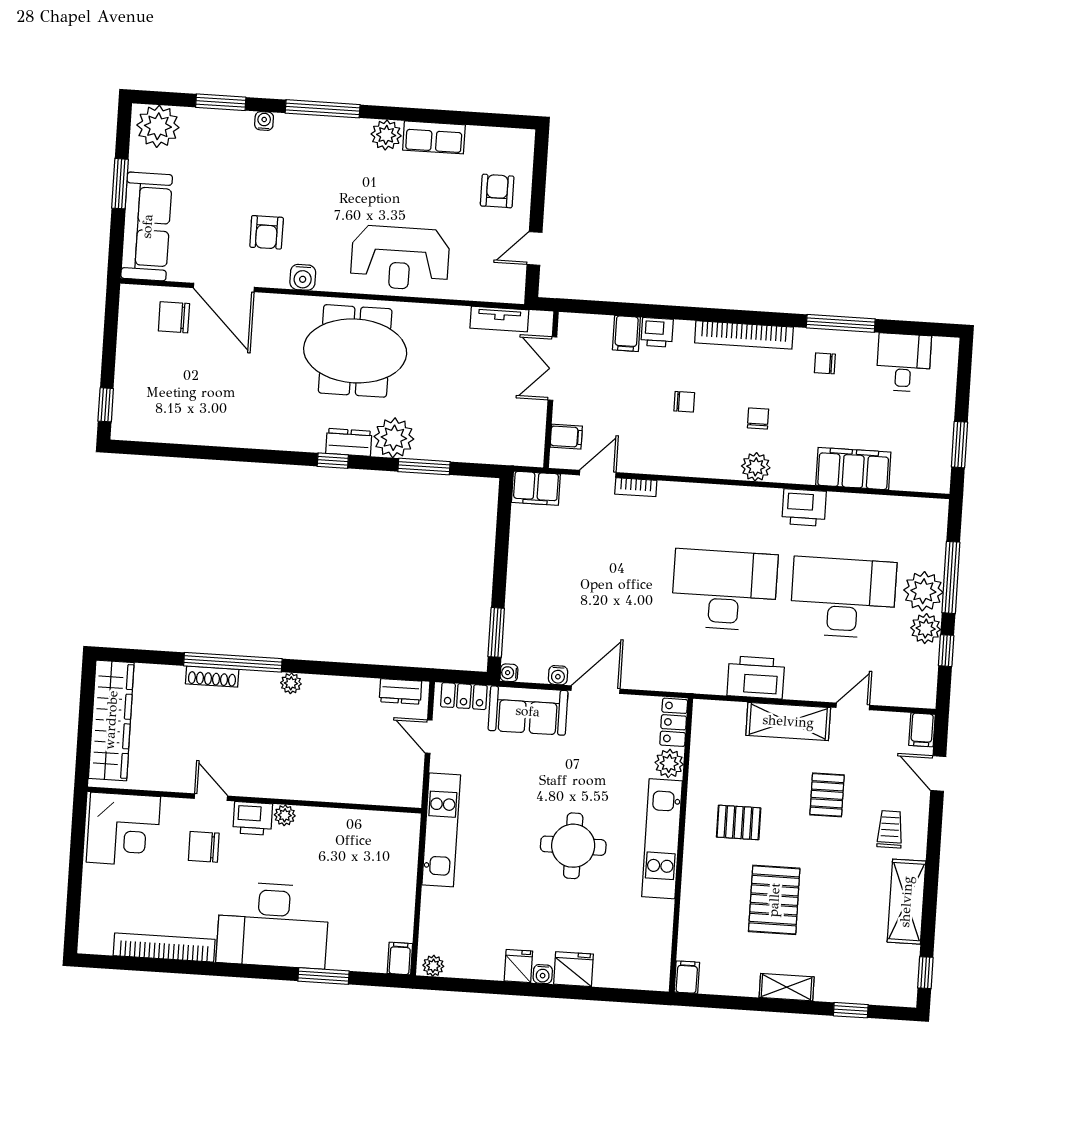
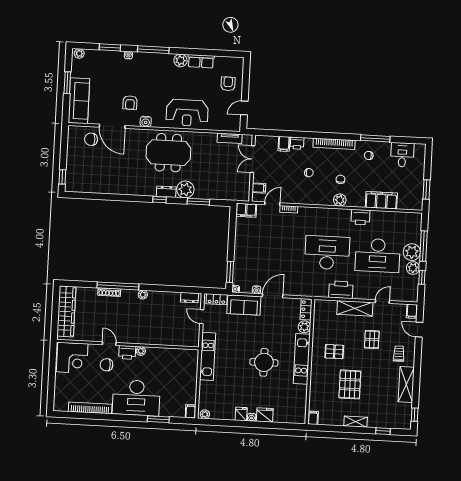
plant: (158, 126) -> (79, 53), width x0.53, depth x0.53
desk: (843, 598) -> (378, 255), turned 180

